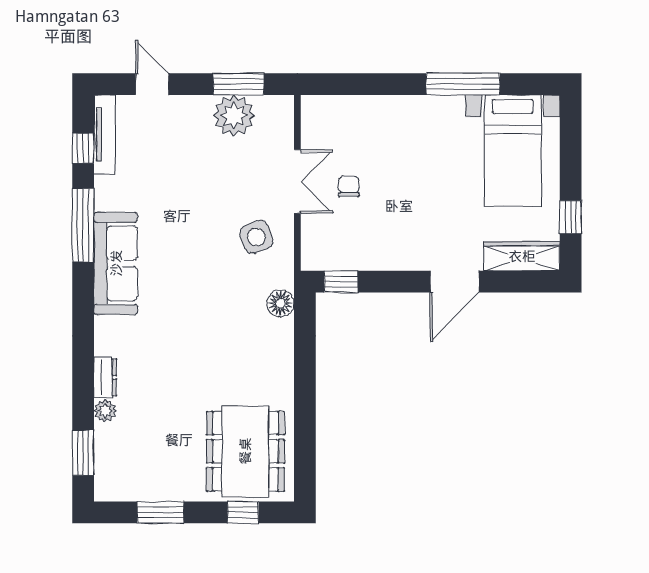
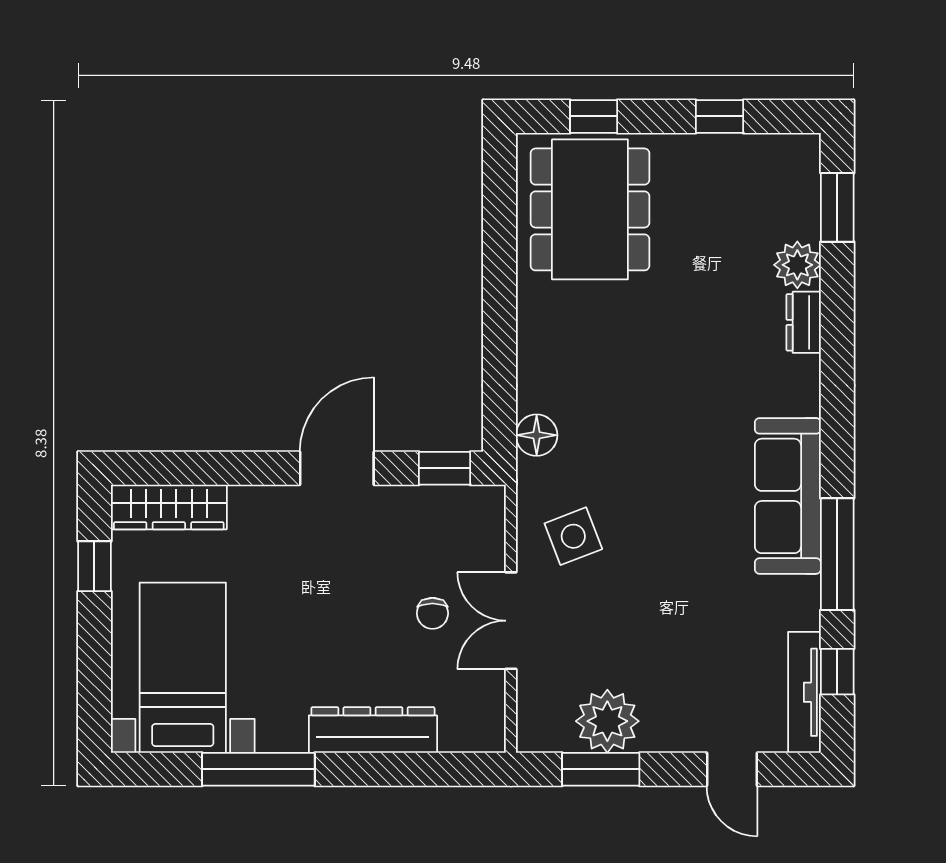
dresser: (388, 110) -> (373, 730), added
door: (455, 282) -> (337, 468), moved
plant: (105, 411) -> (797, 265), width x1.38, depth x1.38
window: (160, 512) -> (719, 116), width x0.67

